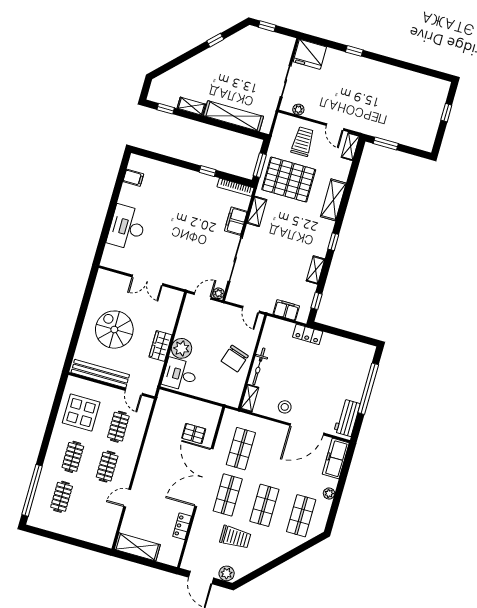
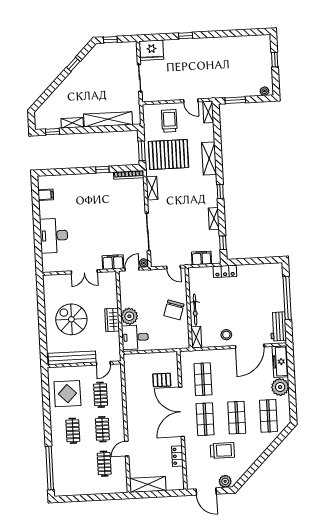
plant: (298, 110) -> (265, 91), moved
filing cabinet: (236, 221) -> (113, 262), moved, turned 90
door: (134, 392) -> (103, 363), hinge flipped
plant: (329, 493) -> (280, 387), width x1.88, depth x1.88
clothes rail: (62, 497) -> (104, 464), moved

